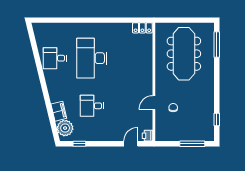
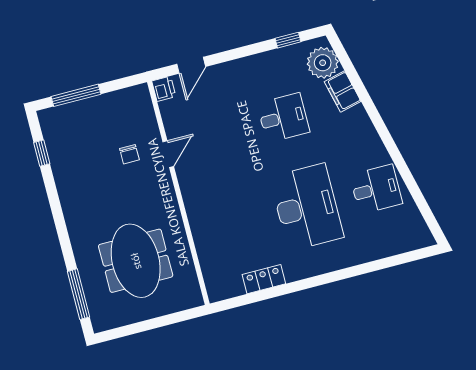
locker: (142, 28) -> (264, 279), moved
meeting table: (184, 54) -> (136, 261), width x0.73

